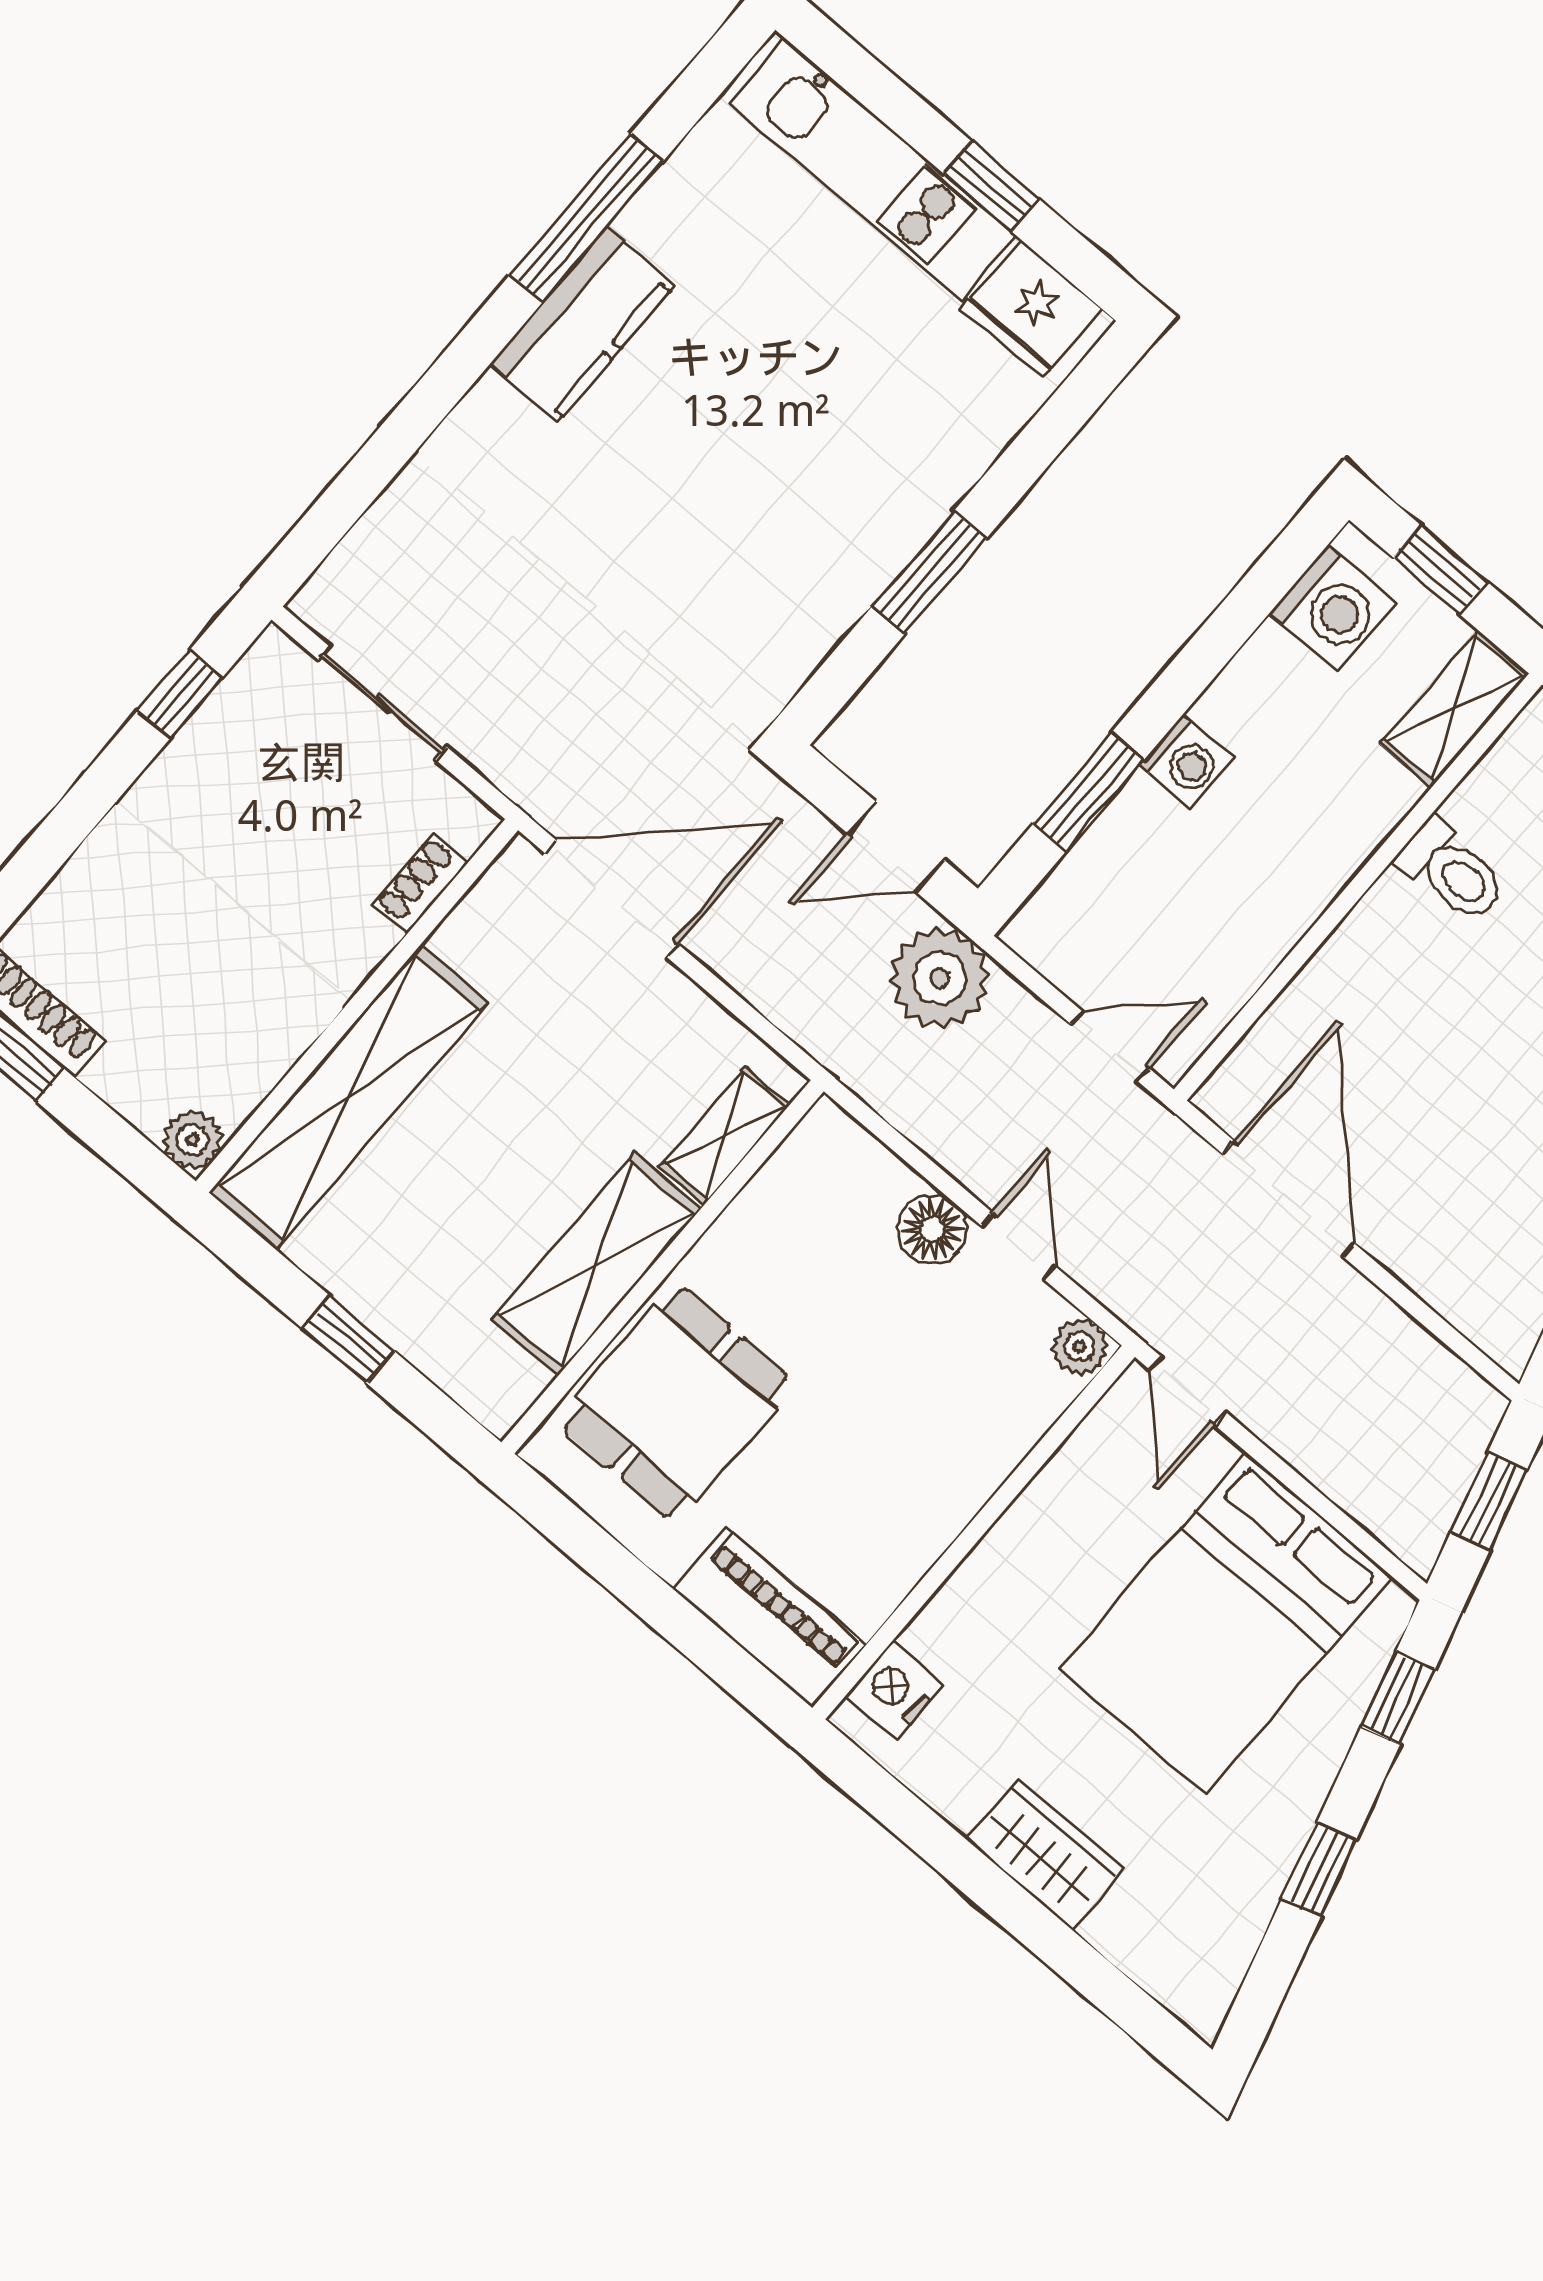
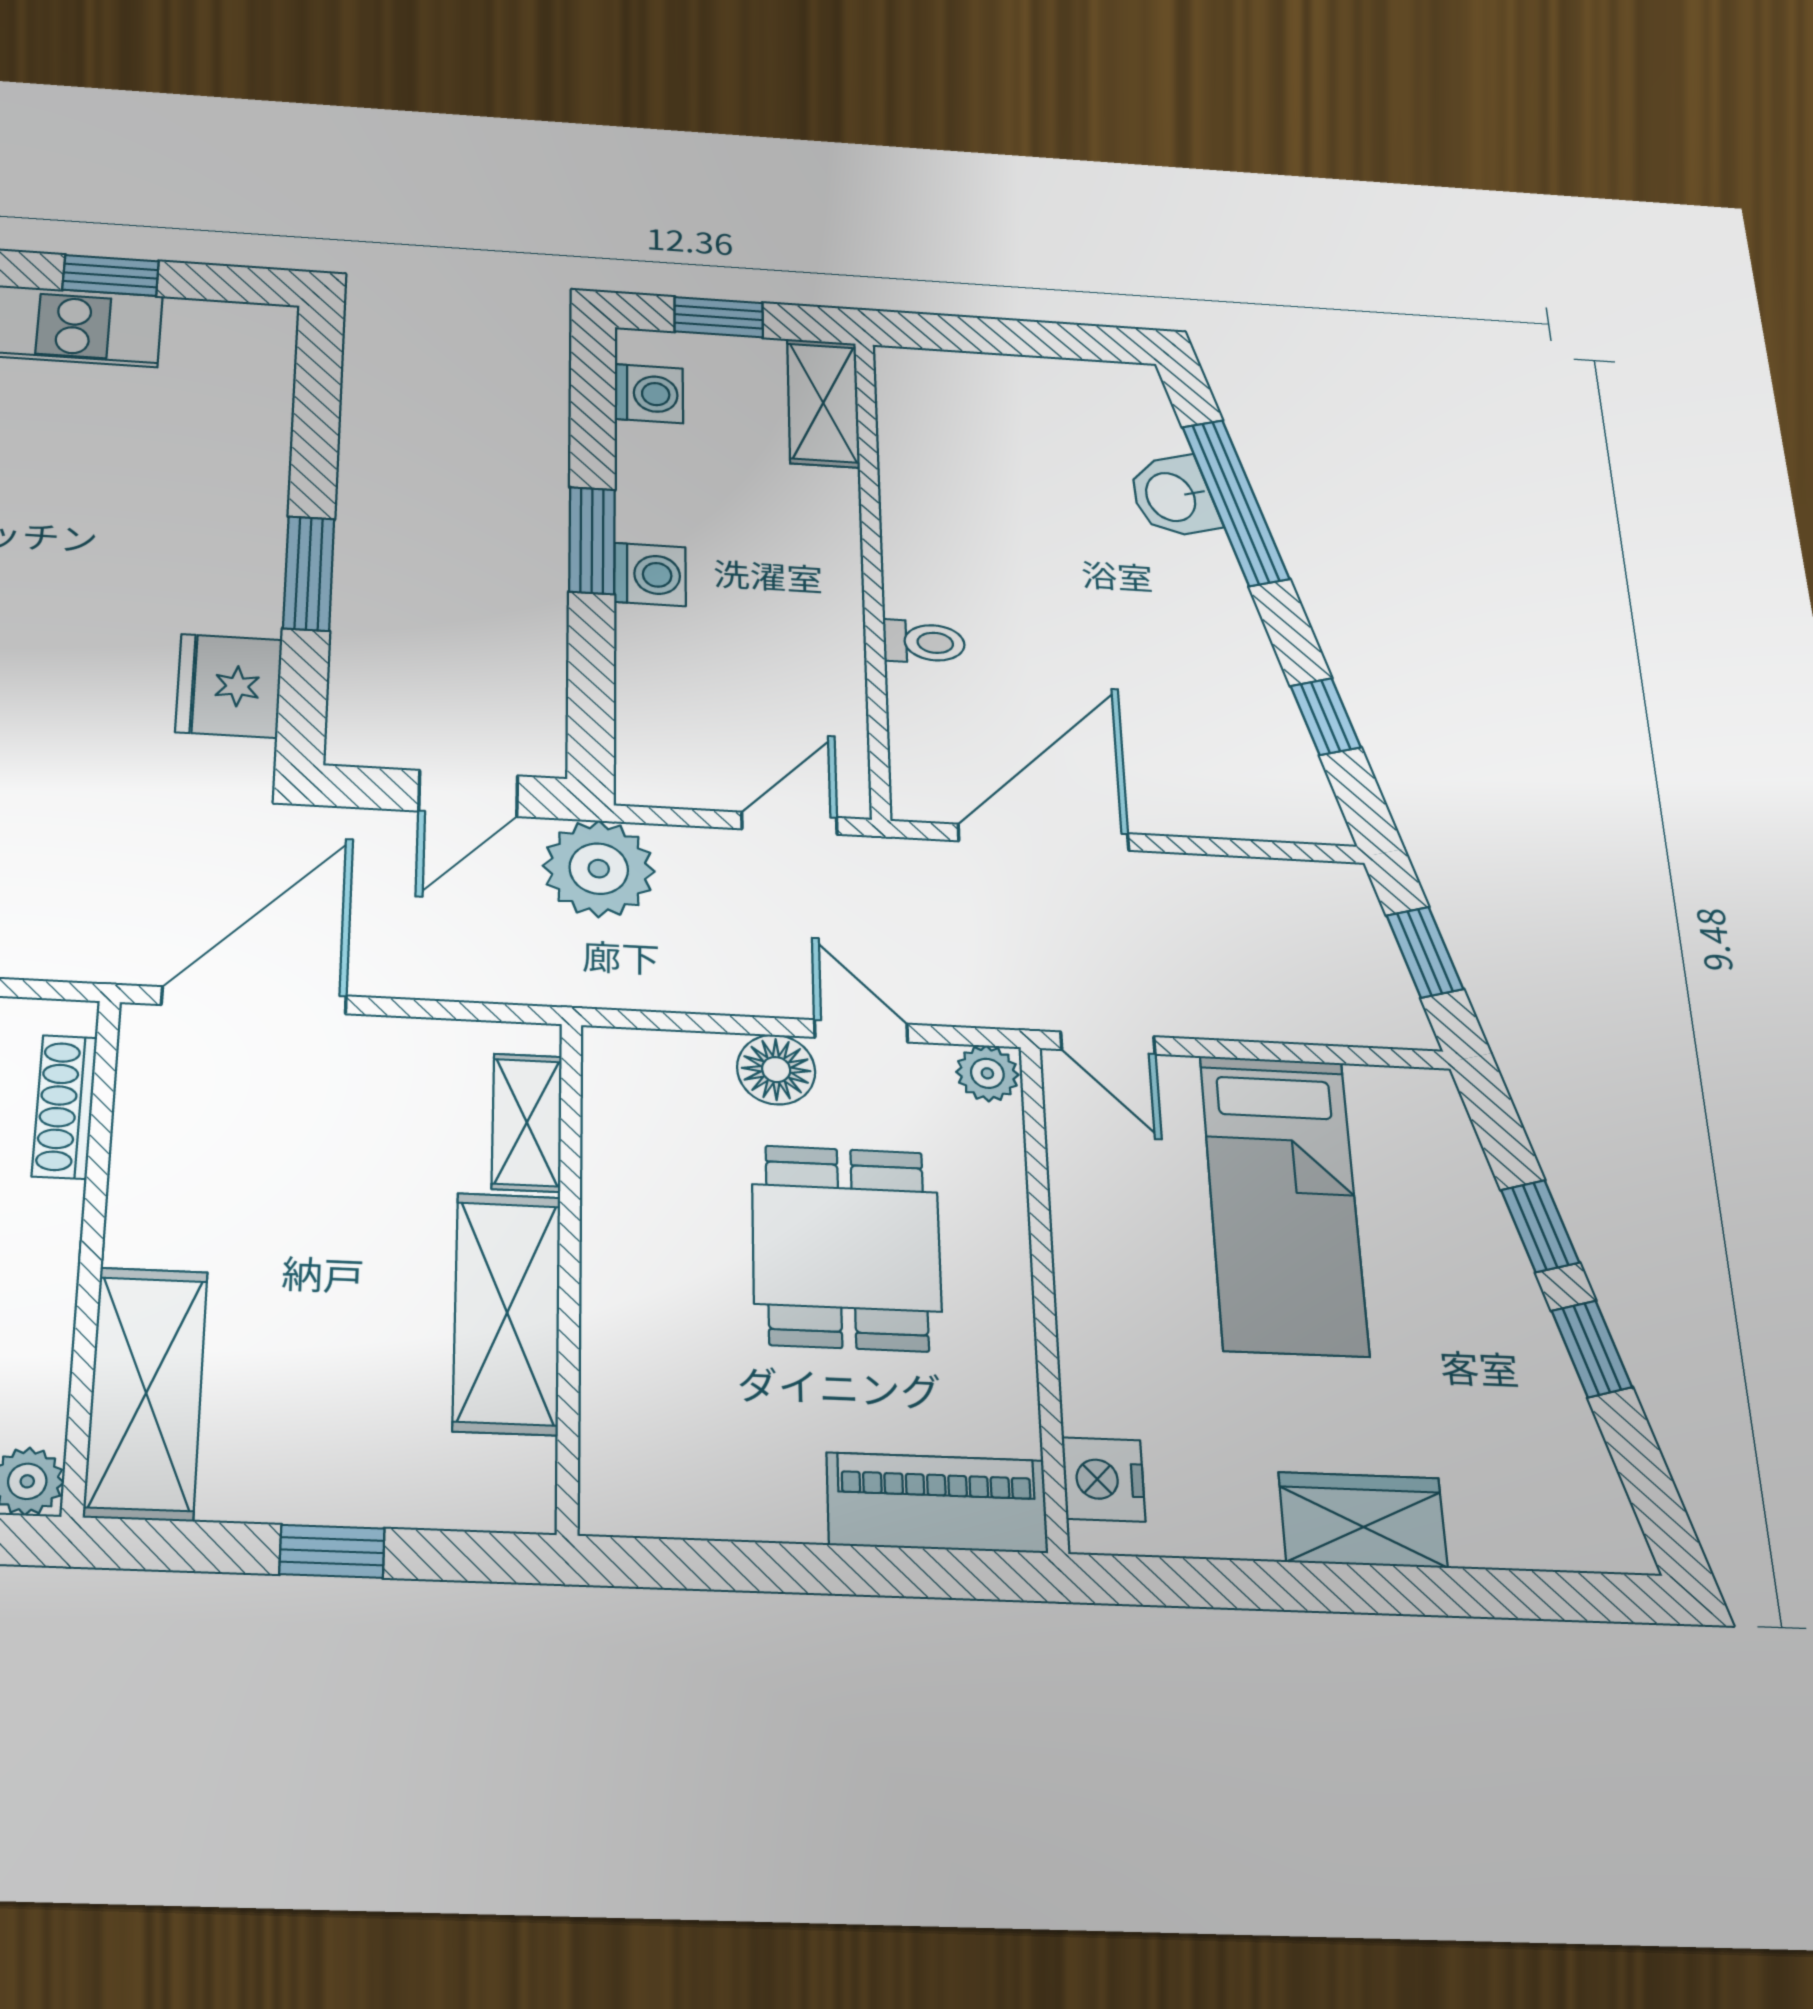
fridge: (1031, 309) -> (229, 686), moved, turned 90
washing machine: (1333, 609) -> (649, 394), width x0.73, depth x0.73
window: (1089, 791) -> (592, 541), moved
toilet: (1452, 871) -> (924, 642), moved, width x0.73, depth x0.72
shoe rack: (420, 883) -> (65, 1107), width x1.43
shelving: (348, 1097) -> (146, 1393), width x0.68
door: (1289, 1199) -> (1044, 837), hinge flipped
dining table: (676, 1403) -> (846, 1248), moved
bed: (1226, 1623) -> (1283, 1204), width x0.67
window: (1398, 1698) -> (1540, 1226), moved

